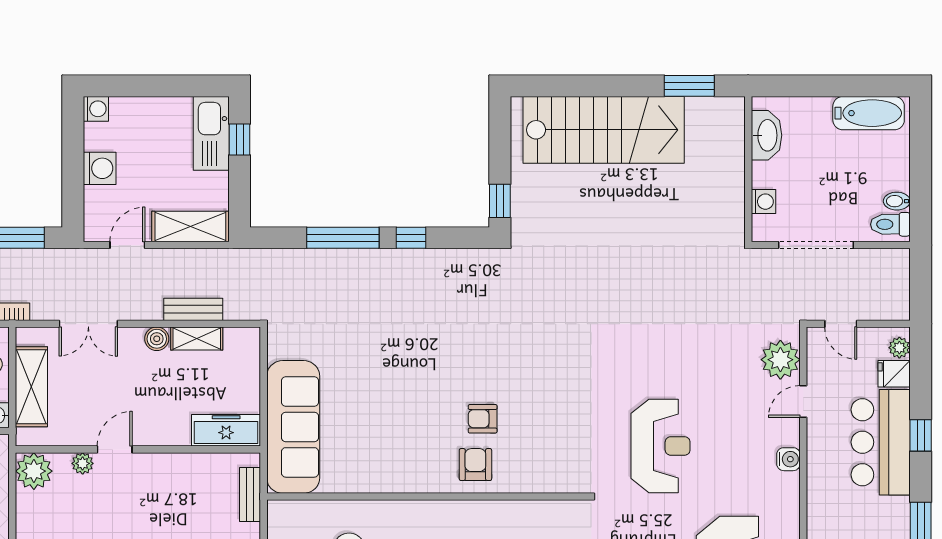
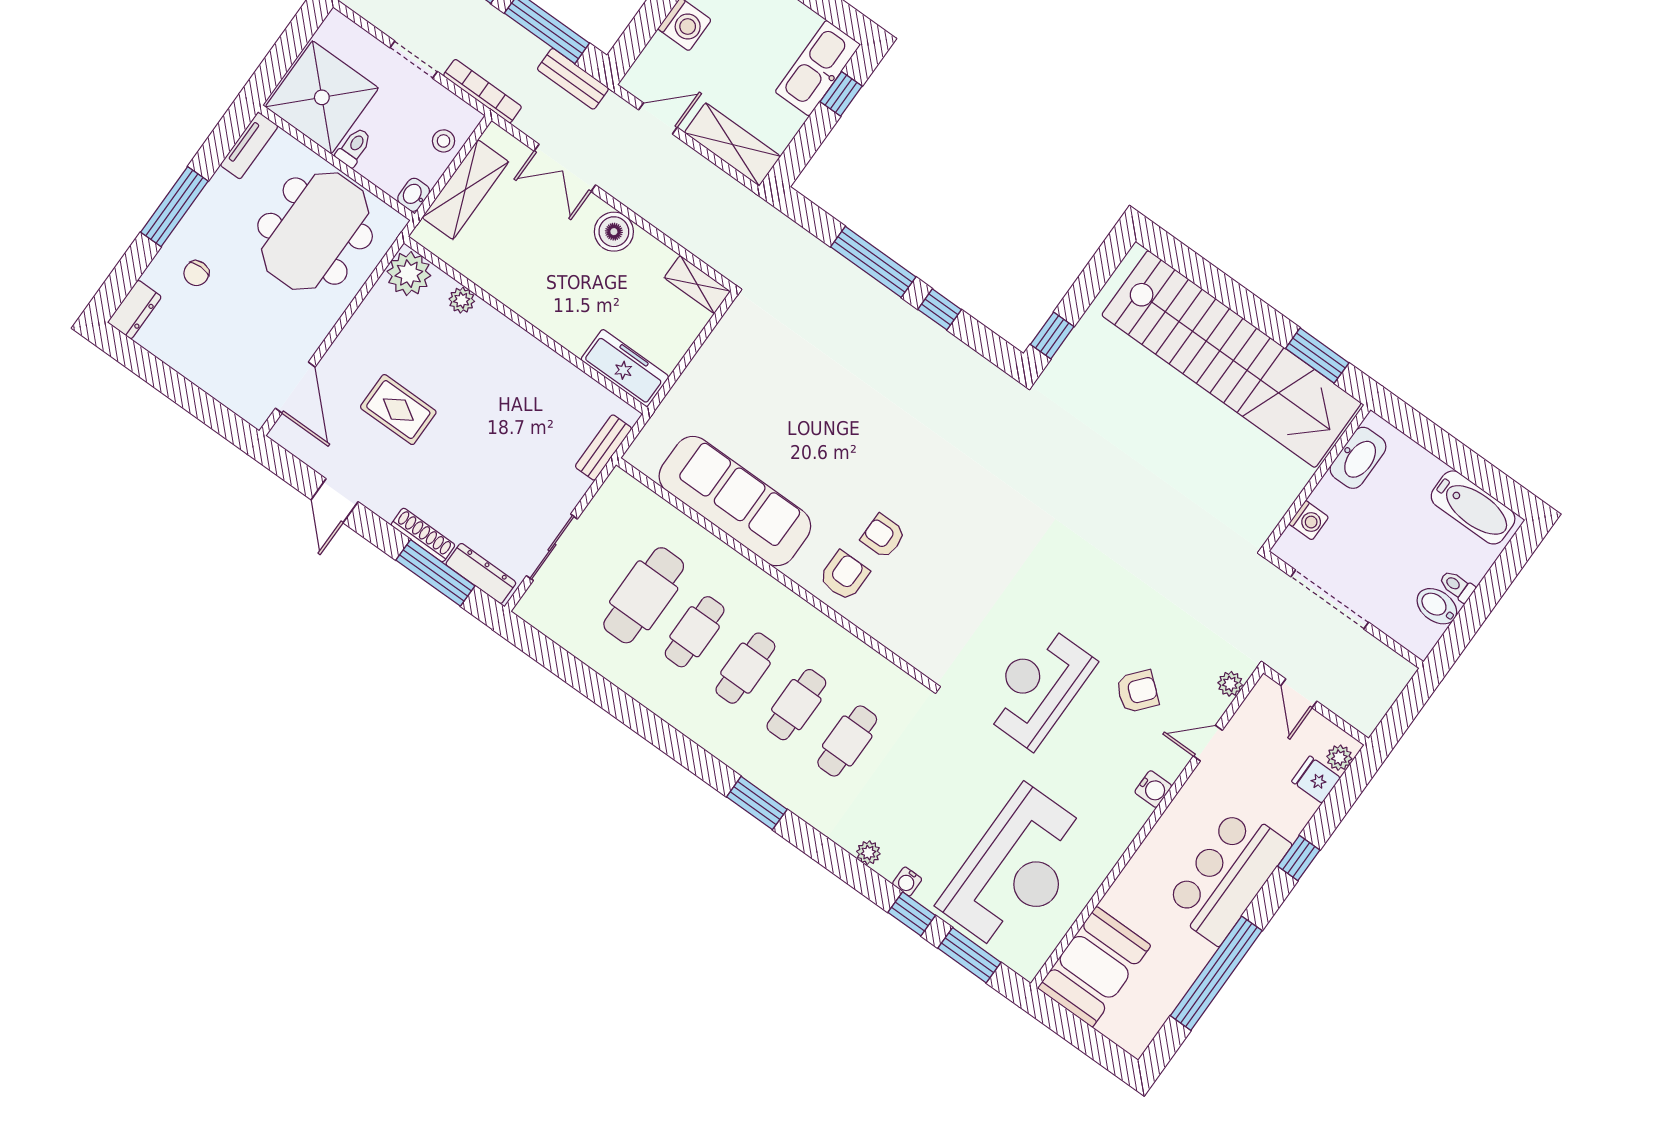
stairs: (604, 130) -> (1231, 359), width x1.36
bidet: (897, 201) -> (1437, 606), width x1.38, depth x1.36
toilet: (890, 224) -> (1457, 586), moved, width x0.73, depth x0.72
bench: (193, 309) -> (573, 79), moved
shelving: (197, 338) -> (697, 284), moved
boiler: (157, 339) -> (614, 232), width x1.36, depth x1.36
plant: (780, 360) -> (1230, 684), width x0.53, depth x0.53
armchair: (730, 401) -> (1137, 691), added
sofa: (293, 427) -> (735, 501), moved, turned -90
bar counter: (881, 442) -> (1227, 876), moved
reception desk: (661, 446) -> (1038, 687), turned 180
door: (115, 449) -> (503, 309), removed

